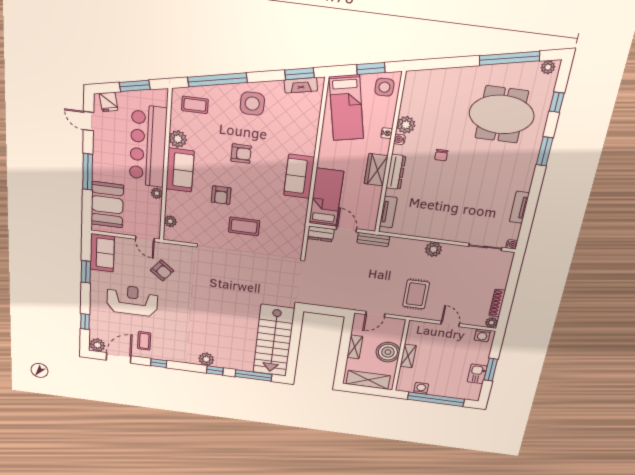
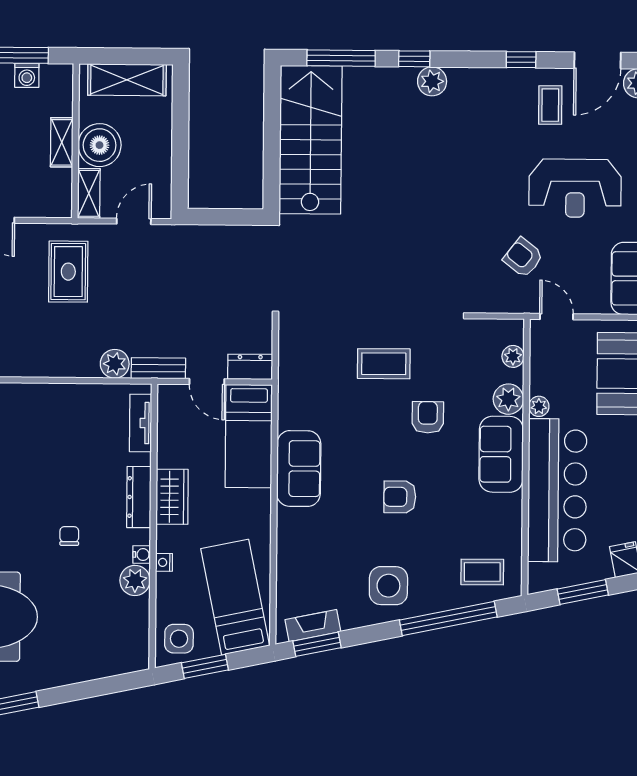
plant: (178, 139) -> (508, 399), moved
plant: (433, 249) -> (115, 364), moved
shelving: (355, 347) -> (89, 193), moved

